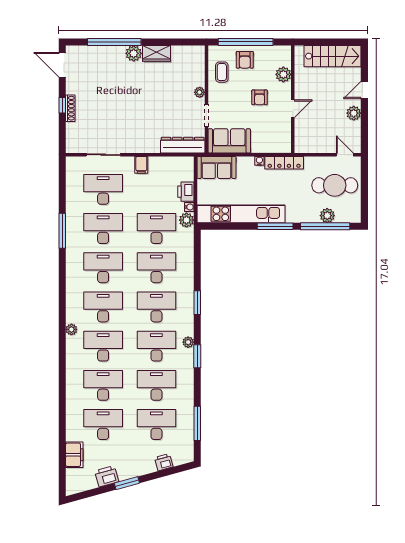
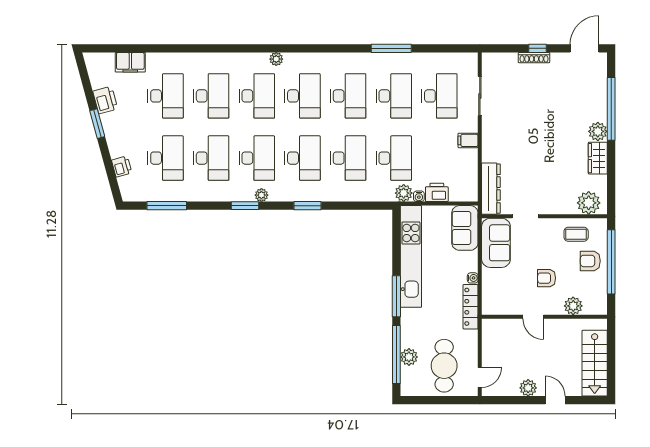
plant: (200, 92) -> (589, 203), moved, width x1.88, depth x1.88

